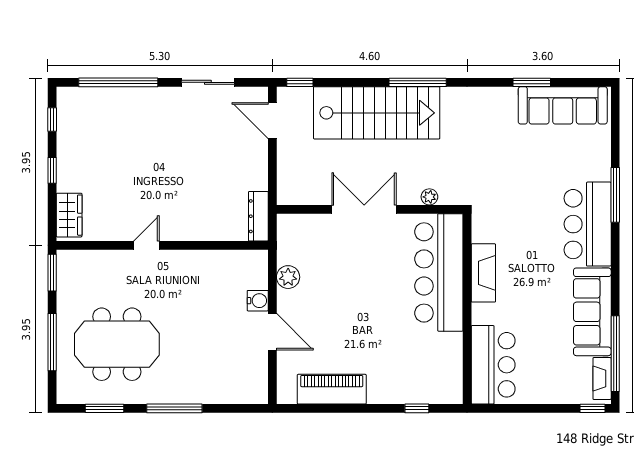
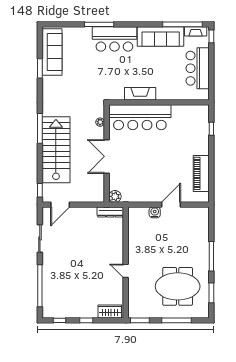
plant: (288, 277) -> (115, 196), moved
meeting table: (117, 344) -> (178, 286), turned 90
bar counter: (493, 365) -> (198, 68), moved, turned -90

